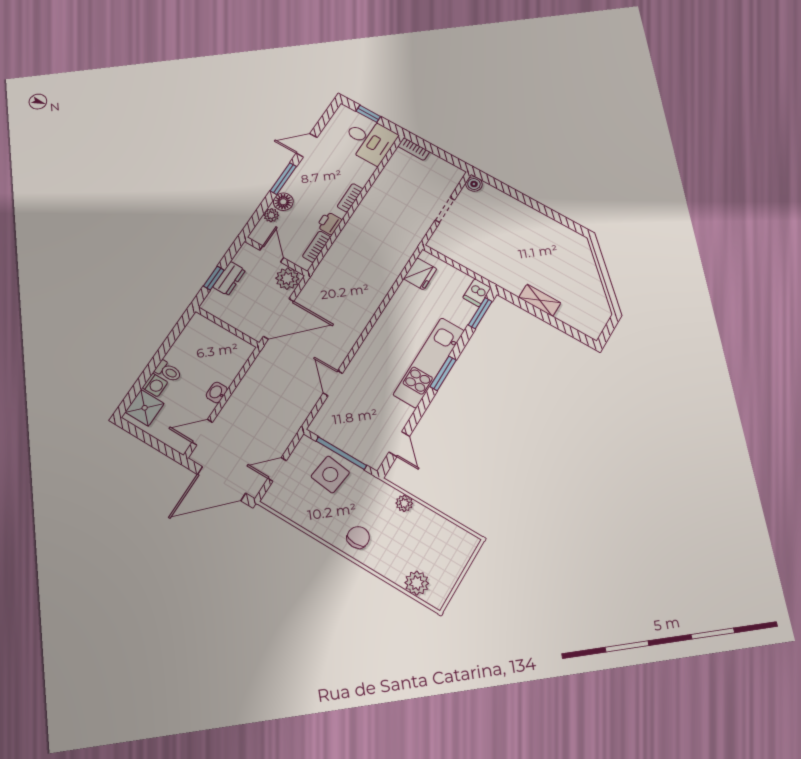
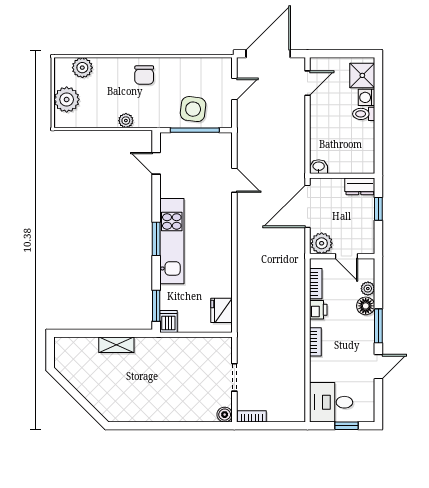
bookcase: (414, 149) -> (252, 416), moved
dresser: (229, 279) -> (360, 186), moved, turned -90
washbasin: (217, 392) -> (319, 167), moved, turned -90
plant: (452, 560) -> (67, 99), added

